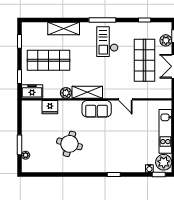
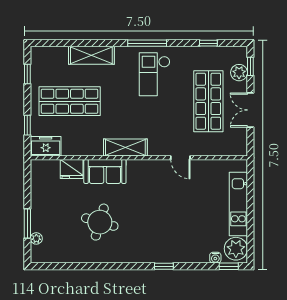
plant: (66, 93) -> (95, 148), removed
sofa: (97, 109) -> (105, 171), moved

